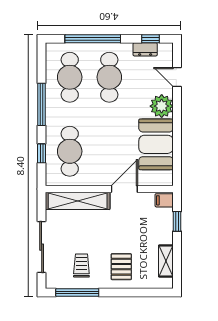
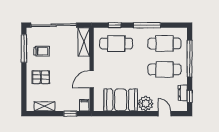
door: (177, 77) -> (165, 114), hinge flipped
door: (124, 189) -> (92, 79), swing flipped
shelving: (78, 201) -> (84, 42), width x0.68
sliding door: (42, 247) -> (54, 25), width x1.36

